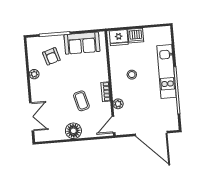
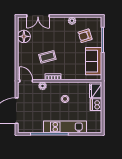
floor lamp: (73, 131) -> (24, 36), moved

